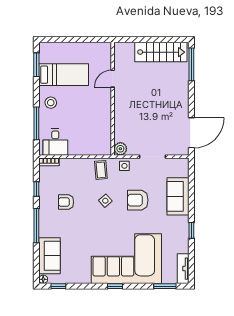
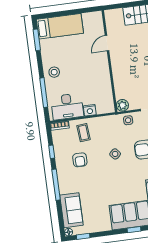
bed: (64, 75) -> (60, 26), moved
desk: (55, 142) -> (67, 107), width x1.37
nightstand: (84, 149) -> (90, 110), added
coffee table: (101, 170) -> (83, 133), moved
armchair: (66, 202) -> (80, 160), turned -90

